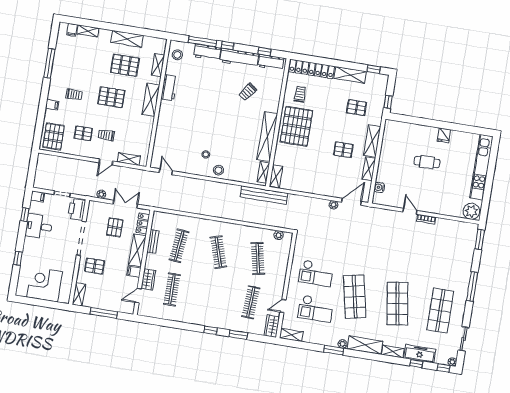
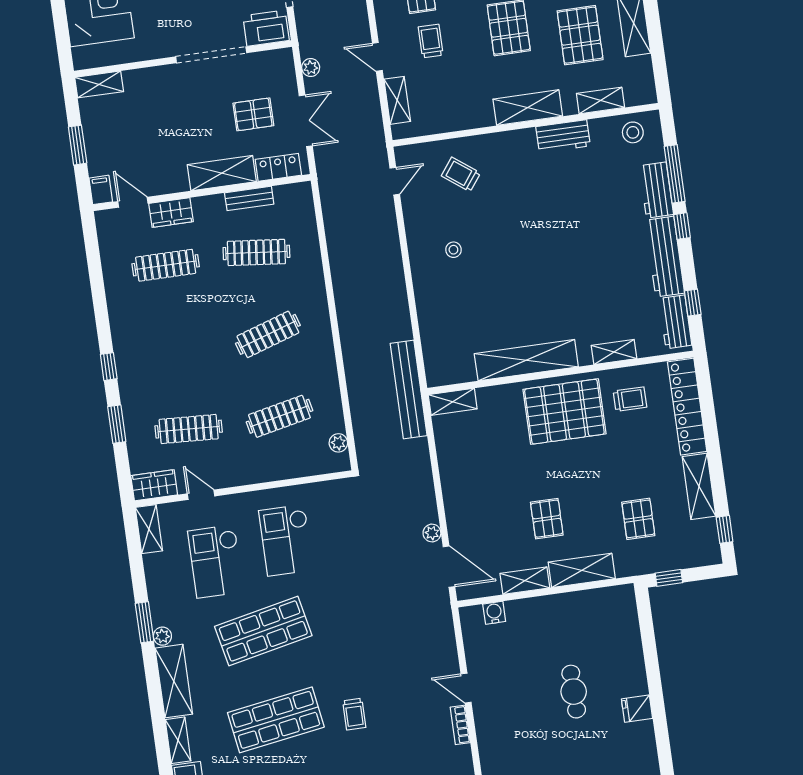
trolley: (248, 92) -> (461, 174), moved
stool: (218, 170) -> (430, 284), removed
shelving: (263, 172) -> (614, 352), moved
door: (410, 211) -> (466, 688), swing flipped
pallet: (95, 266) -> (164, 98), removed
trolley: (406, 267) -> (354, 714), added
filing cabinet: (134, 272) -> (101, 190), moved
window: (104, 313) -> (78, 145), width x0.69

